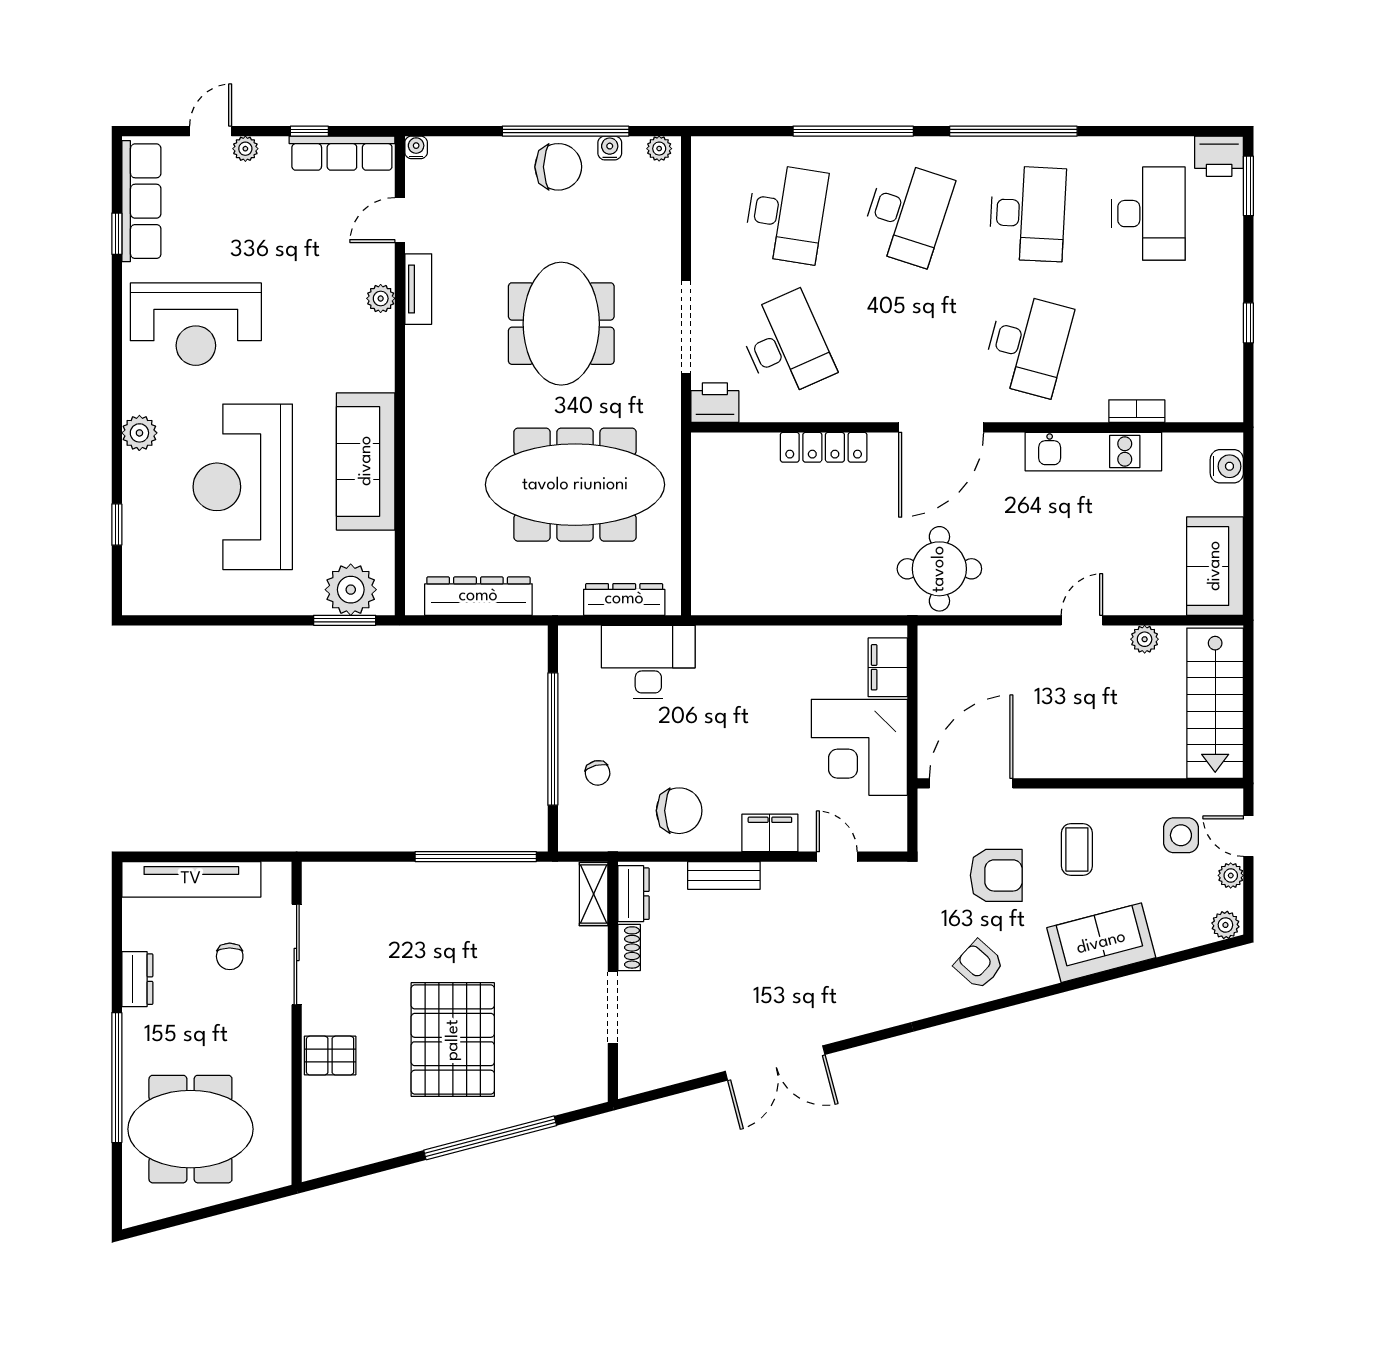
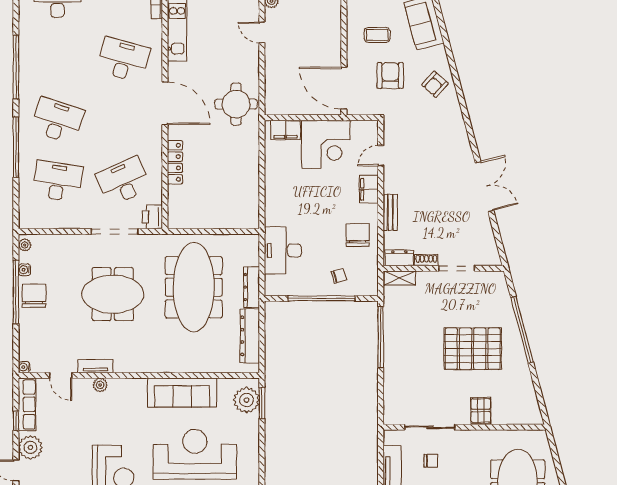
plant: (245, 149) -> (30, 447), width x1.88, depth x1.88
desk: (1028, 214) -> (57, 60), removed
reception desk: (243, 487) -> (195, 454), turned 180
dresser: (624, 599) -> (251, 287), moved

